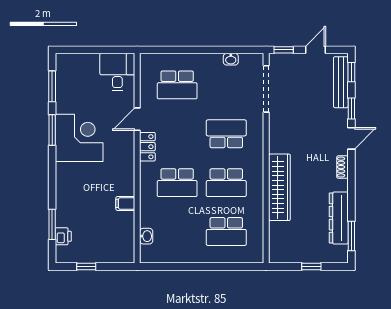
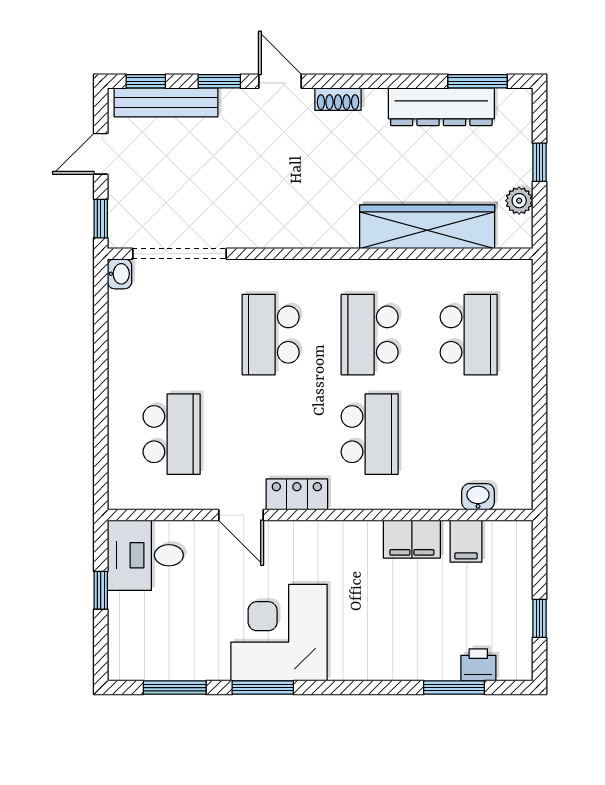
window: (100, 50) -> (101, 590), added
door: (316, 50) -> (101, 154), hinge flipped
washbasin: (231, 59) -> (120, 274), moved
school desk: (226, 183) -> (370, 335), turned 180
wardrobe: (279, 187) -> (427, 227), moved
filing cabinet: (125, 203) -> (412, 539), width x2.00
filing cabinet: (124, 230) -> (466, 541), added
plant: (292, 256) -> (519, 201), added

